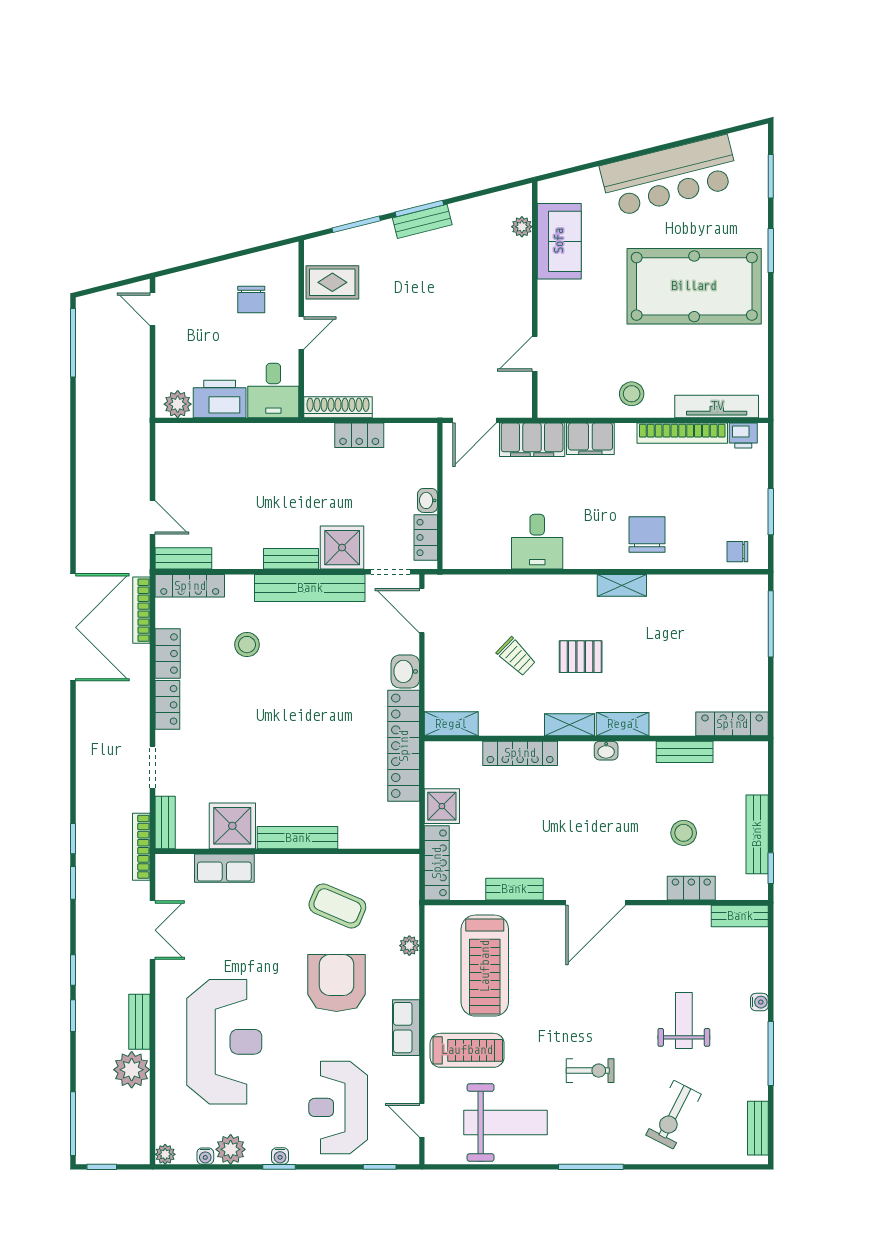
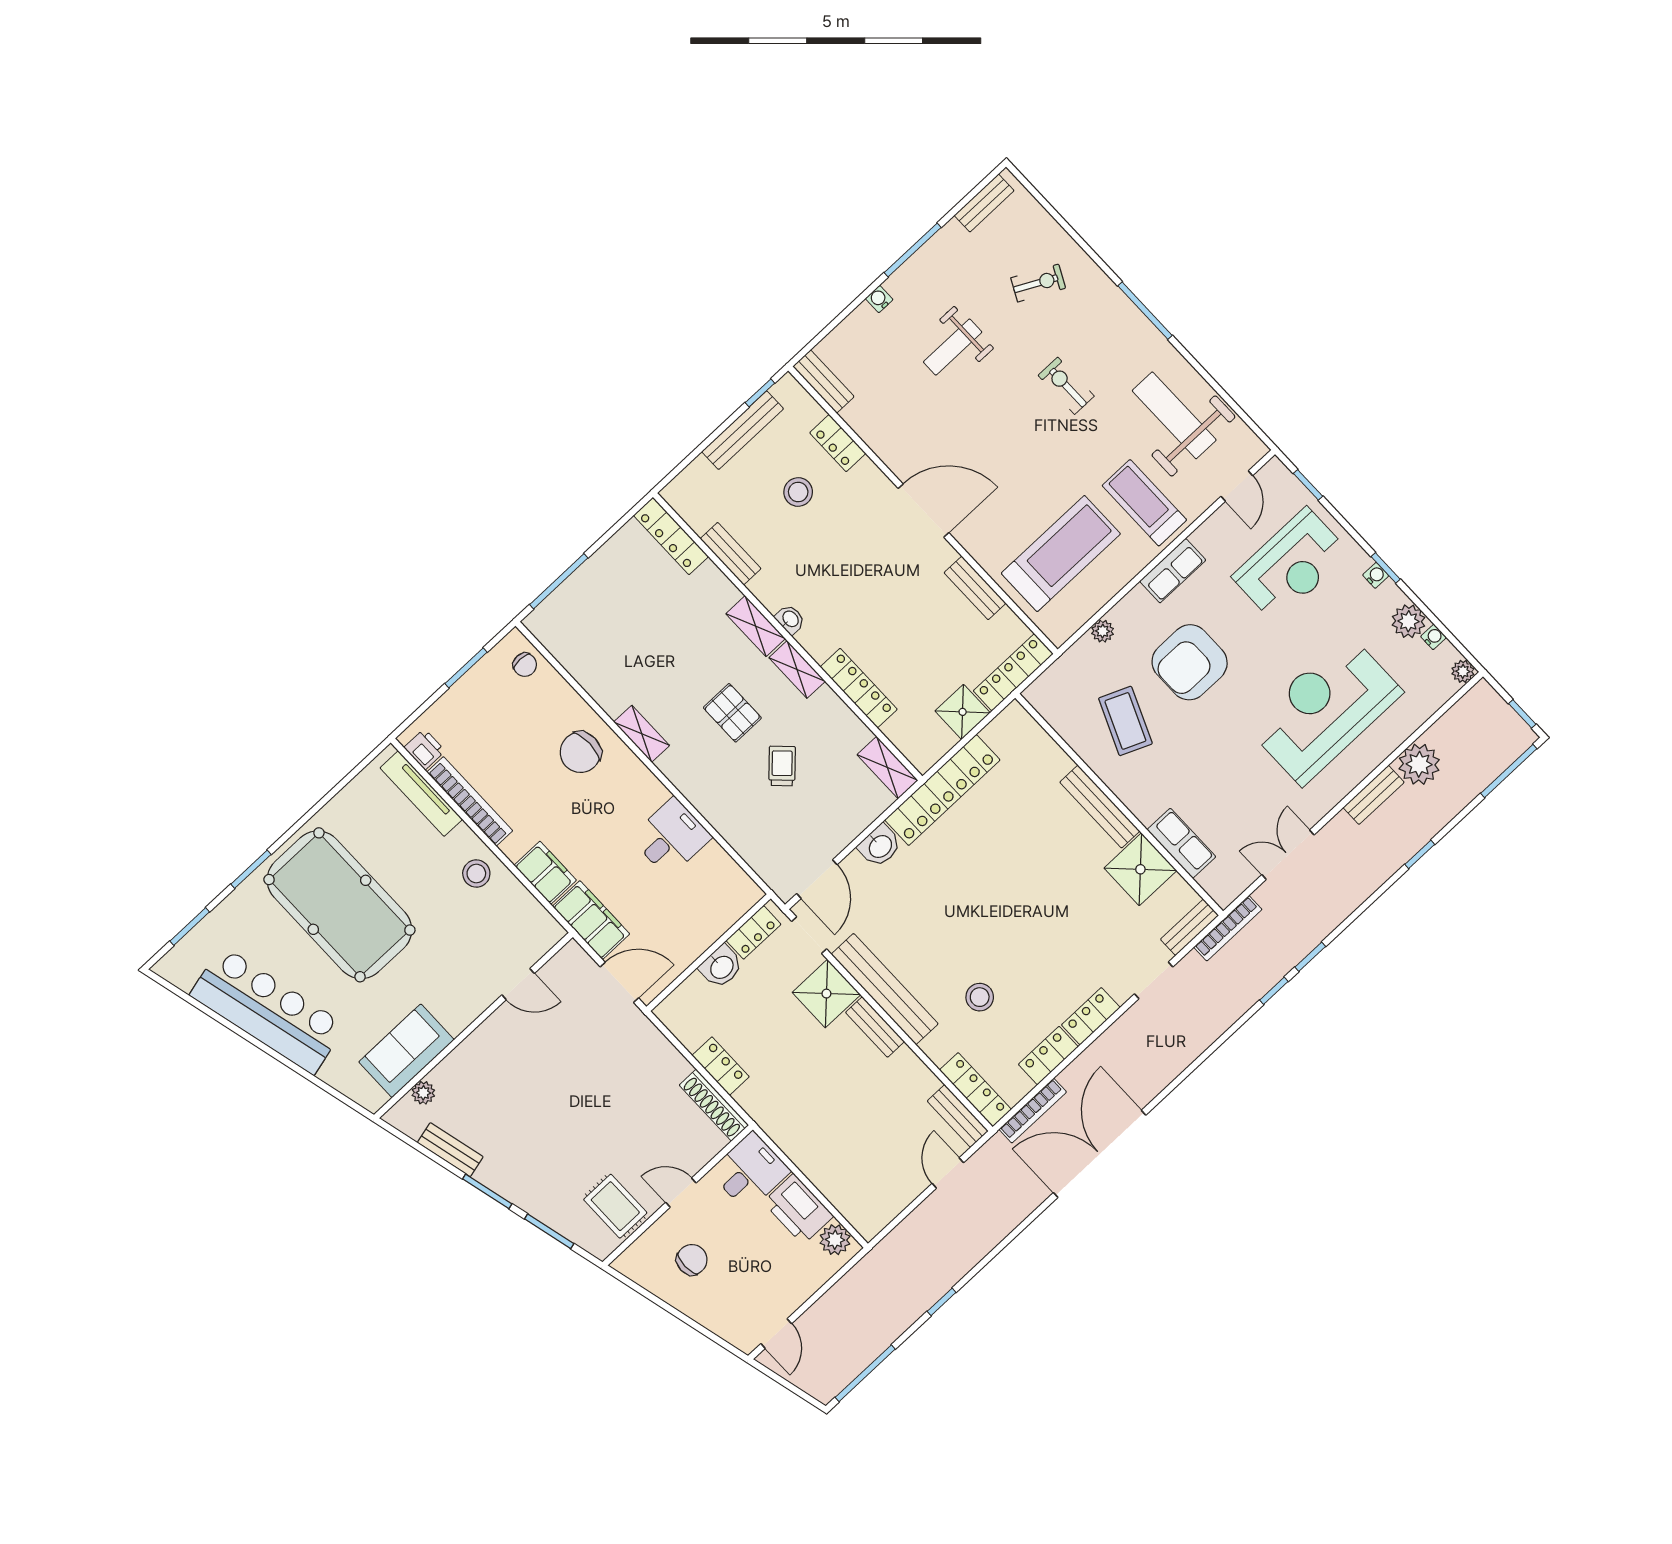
bench: (422, 221) -> (450, 1150), moved
washbasin: (427, 500) -> (721, 967), width x1.38, depth x1.45
window: (73, 970) -> (942, 1302), moved
exercise bike: (673, 1115) -> (1038, 283), width x0.73, depth x0.72

